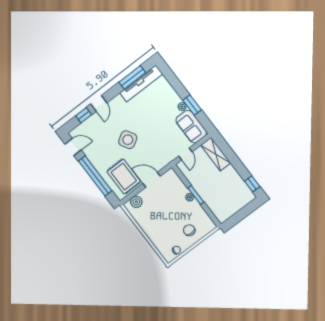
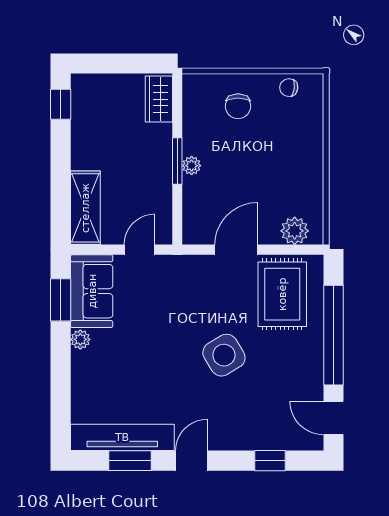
window: (132, 77) -> (130, 461), width x0.69
door: (99, 103) -> (191, 461), moved
window: (192, 105) -> (61, 300), moved
door: (152, 180) -> (236, 250), swing flipped
wardrobe: (219, 212) -> (159, 99), added

